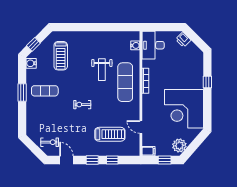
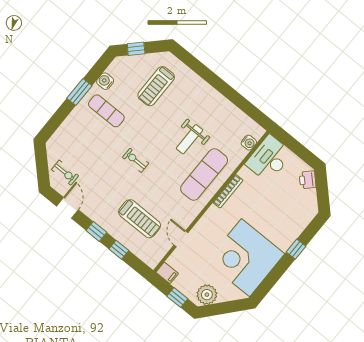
water cooler: (31, 63) -> (105, 81), moved

